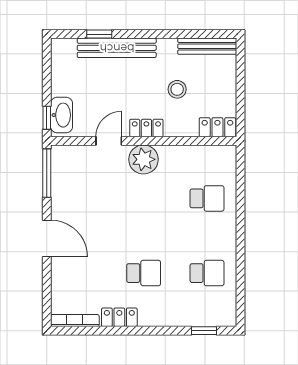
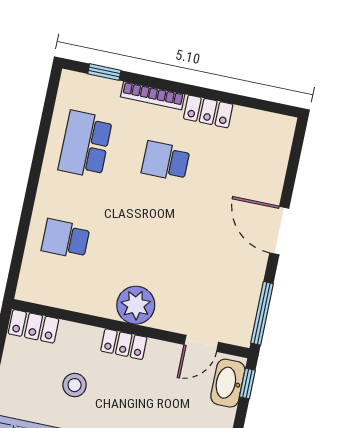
door: (109, 141) -> (201, 343), moved
school desk: (207, 273) -> (85, 144), width x1.85
bookcase: (75, 321) -> (153, 96), moved

